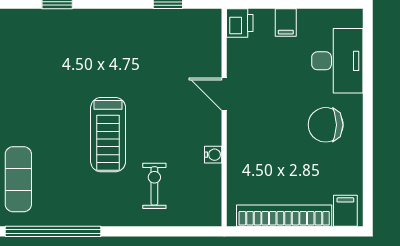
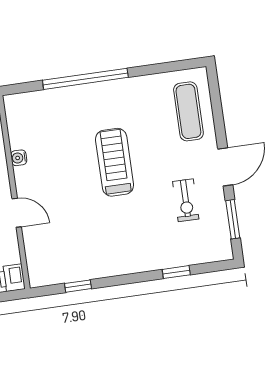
exercise bike: (154, 186) -> (186, 200), moved
window: (53, 231) -> (85, 79), moved

